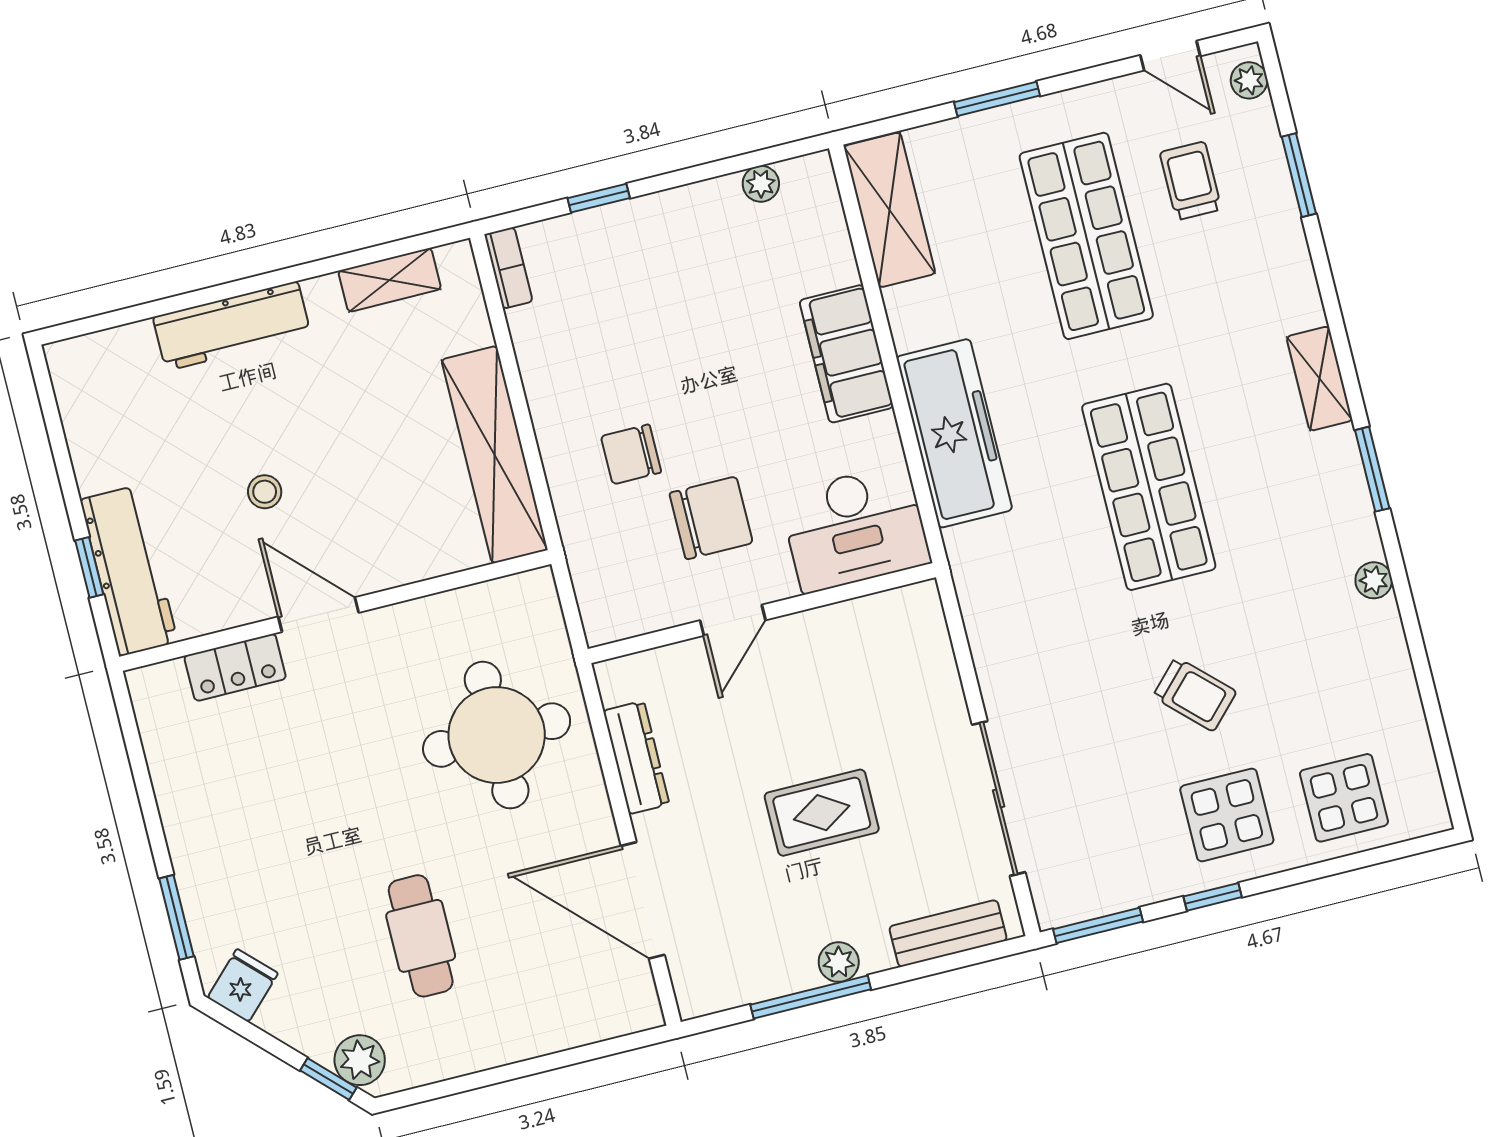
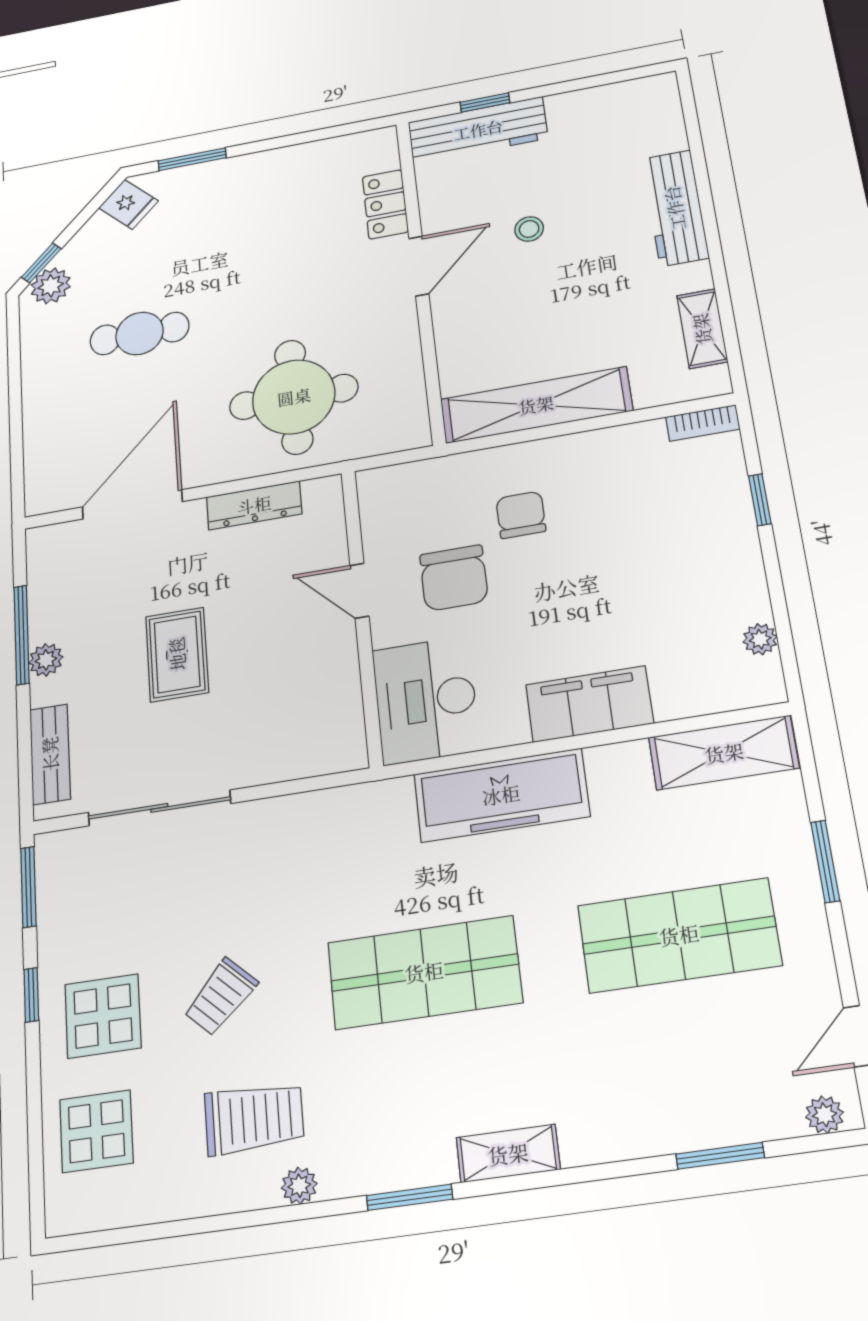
trolley: (1191, 181) -> (254, 1118), moved, width x1.36, depth x1.39

